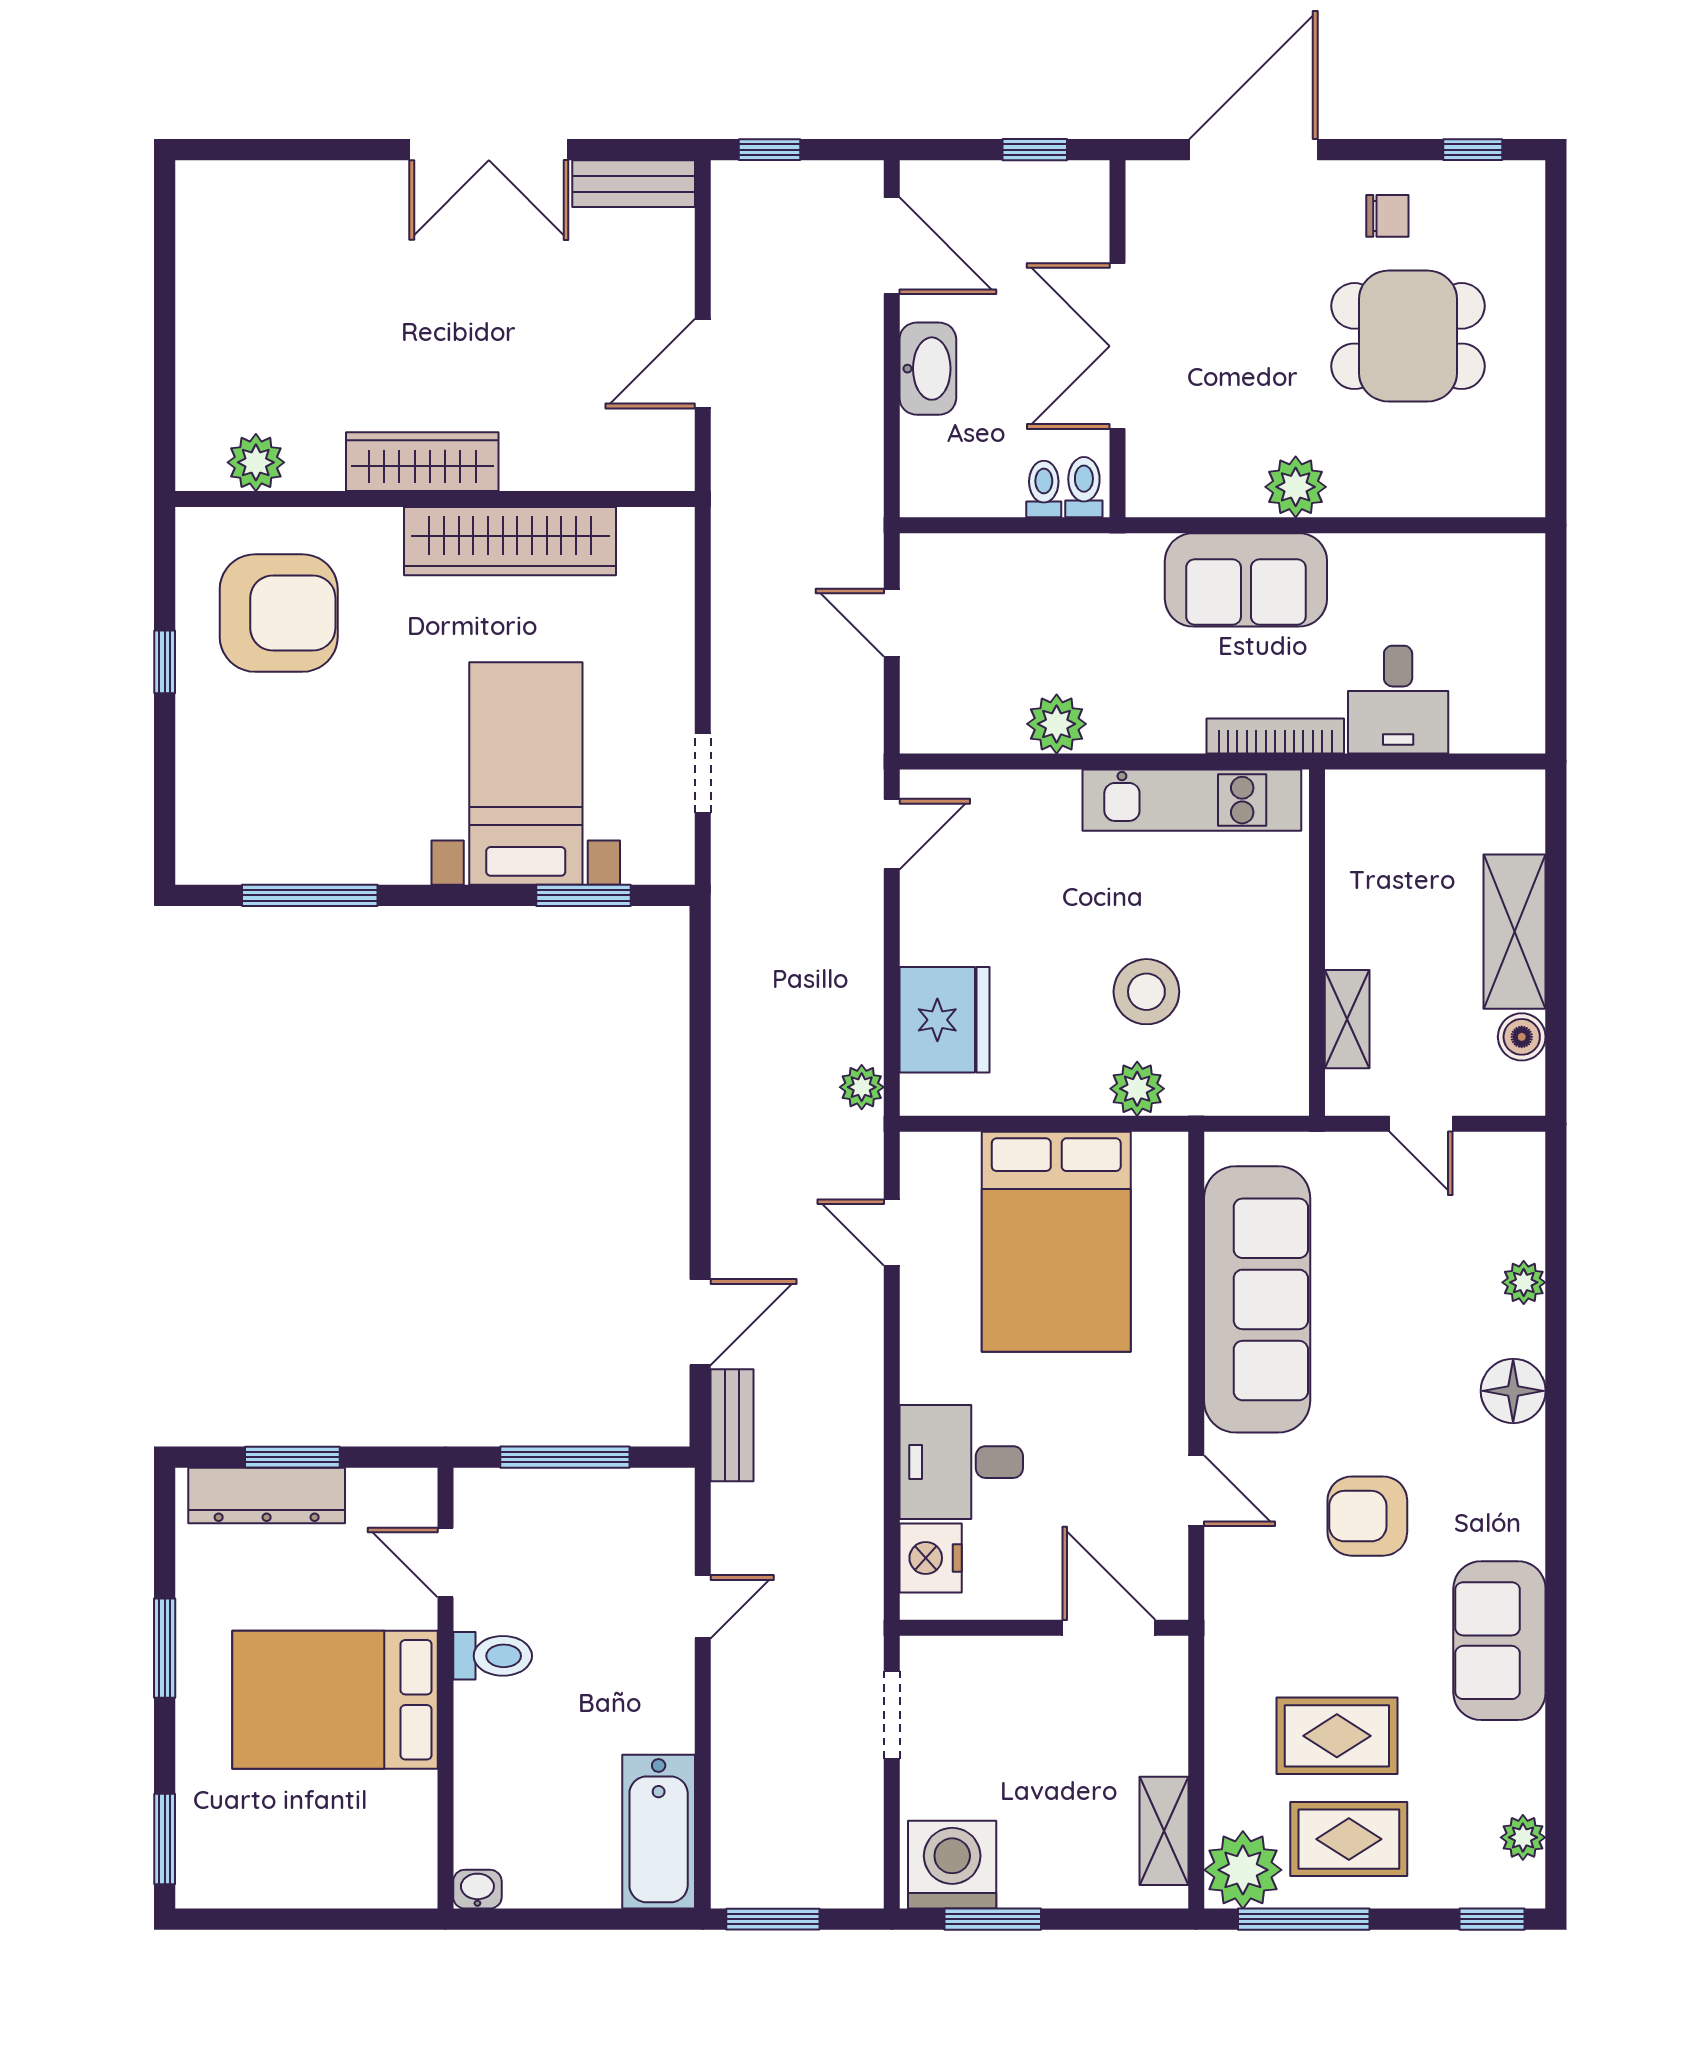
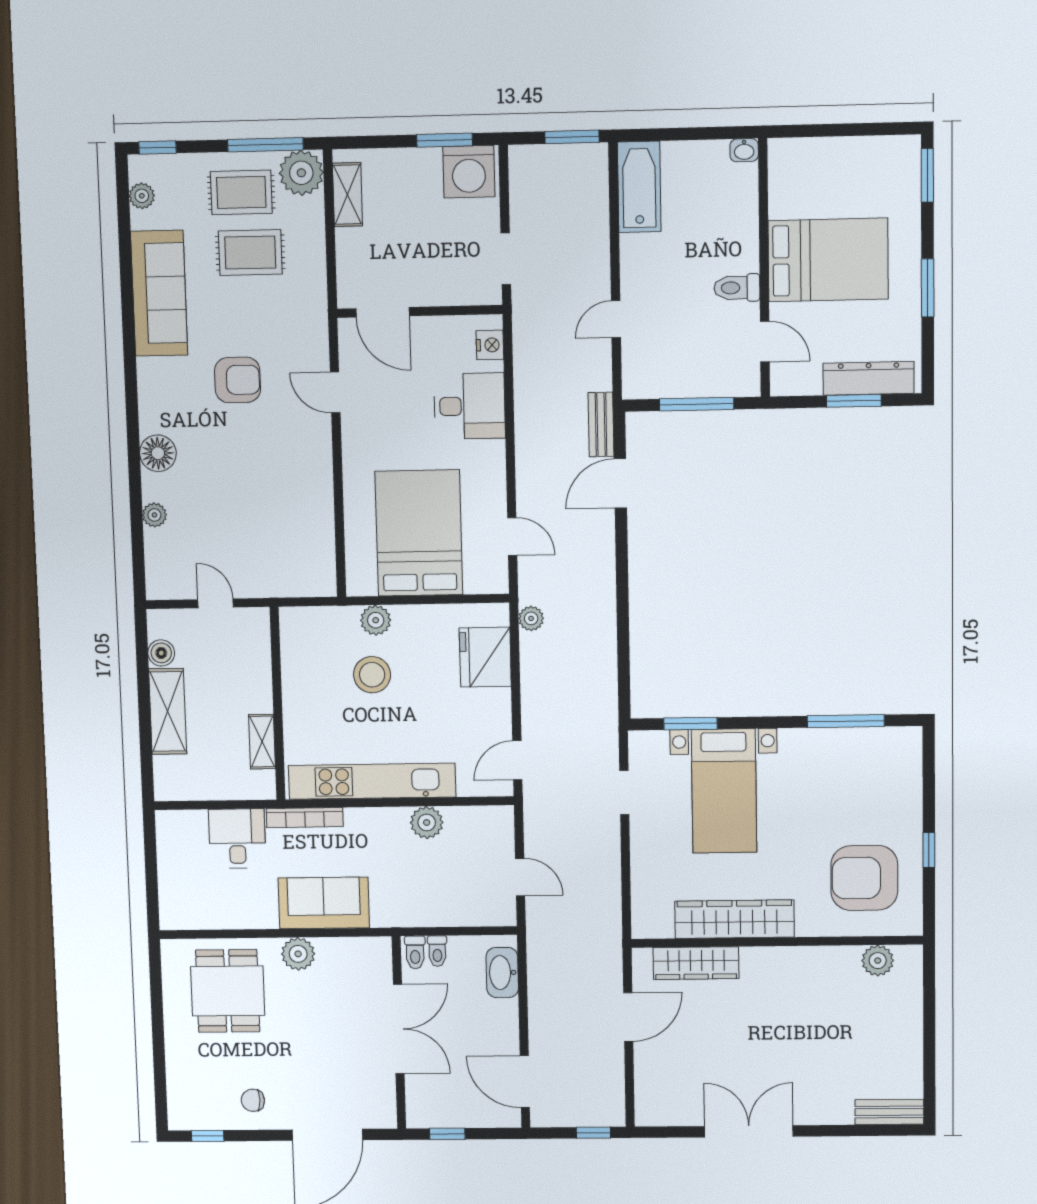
bench: (634, 184) -> (889, 1112), moved
dining table: (1408, 336) -> (228, 991), moved, turned 90
washbasin: (928, 369) -> (502, 973), moved
wardrobe: (422, 462) -> (696, 963), moved
kitchen unit: (1192, 800) -> (372, 781), width x1.36
shelving: (1347, 1019) -> (262, 742), moved
sofa: (1257, 1299) -> (304, 502), removed
nightstand: (931, 1558) -> (490, 345), width x0.74, depth x0.75
sofa: (1499, 1641) -> (159, 293), width x1.36

